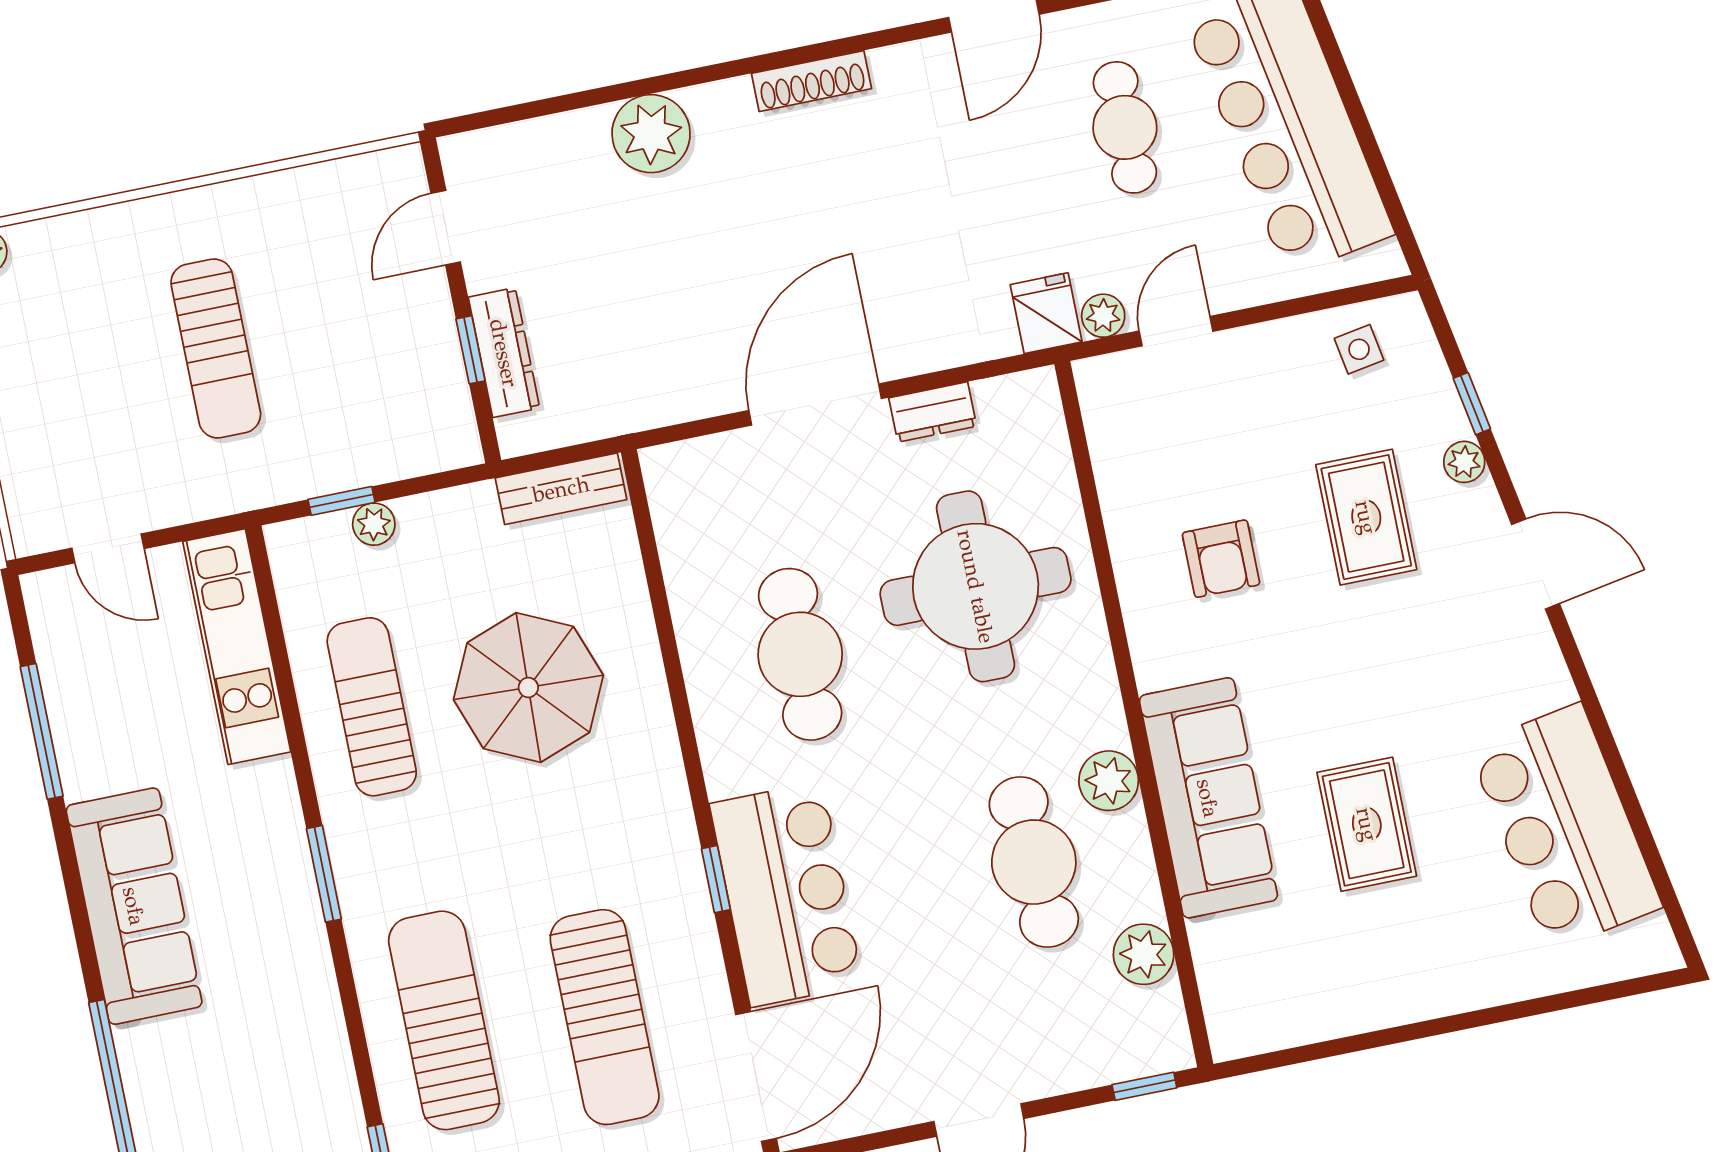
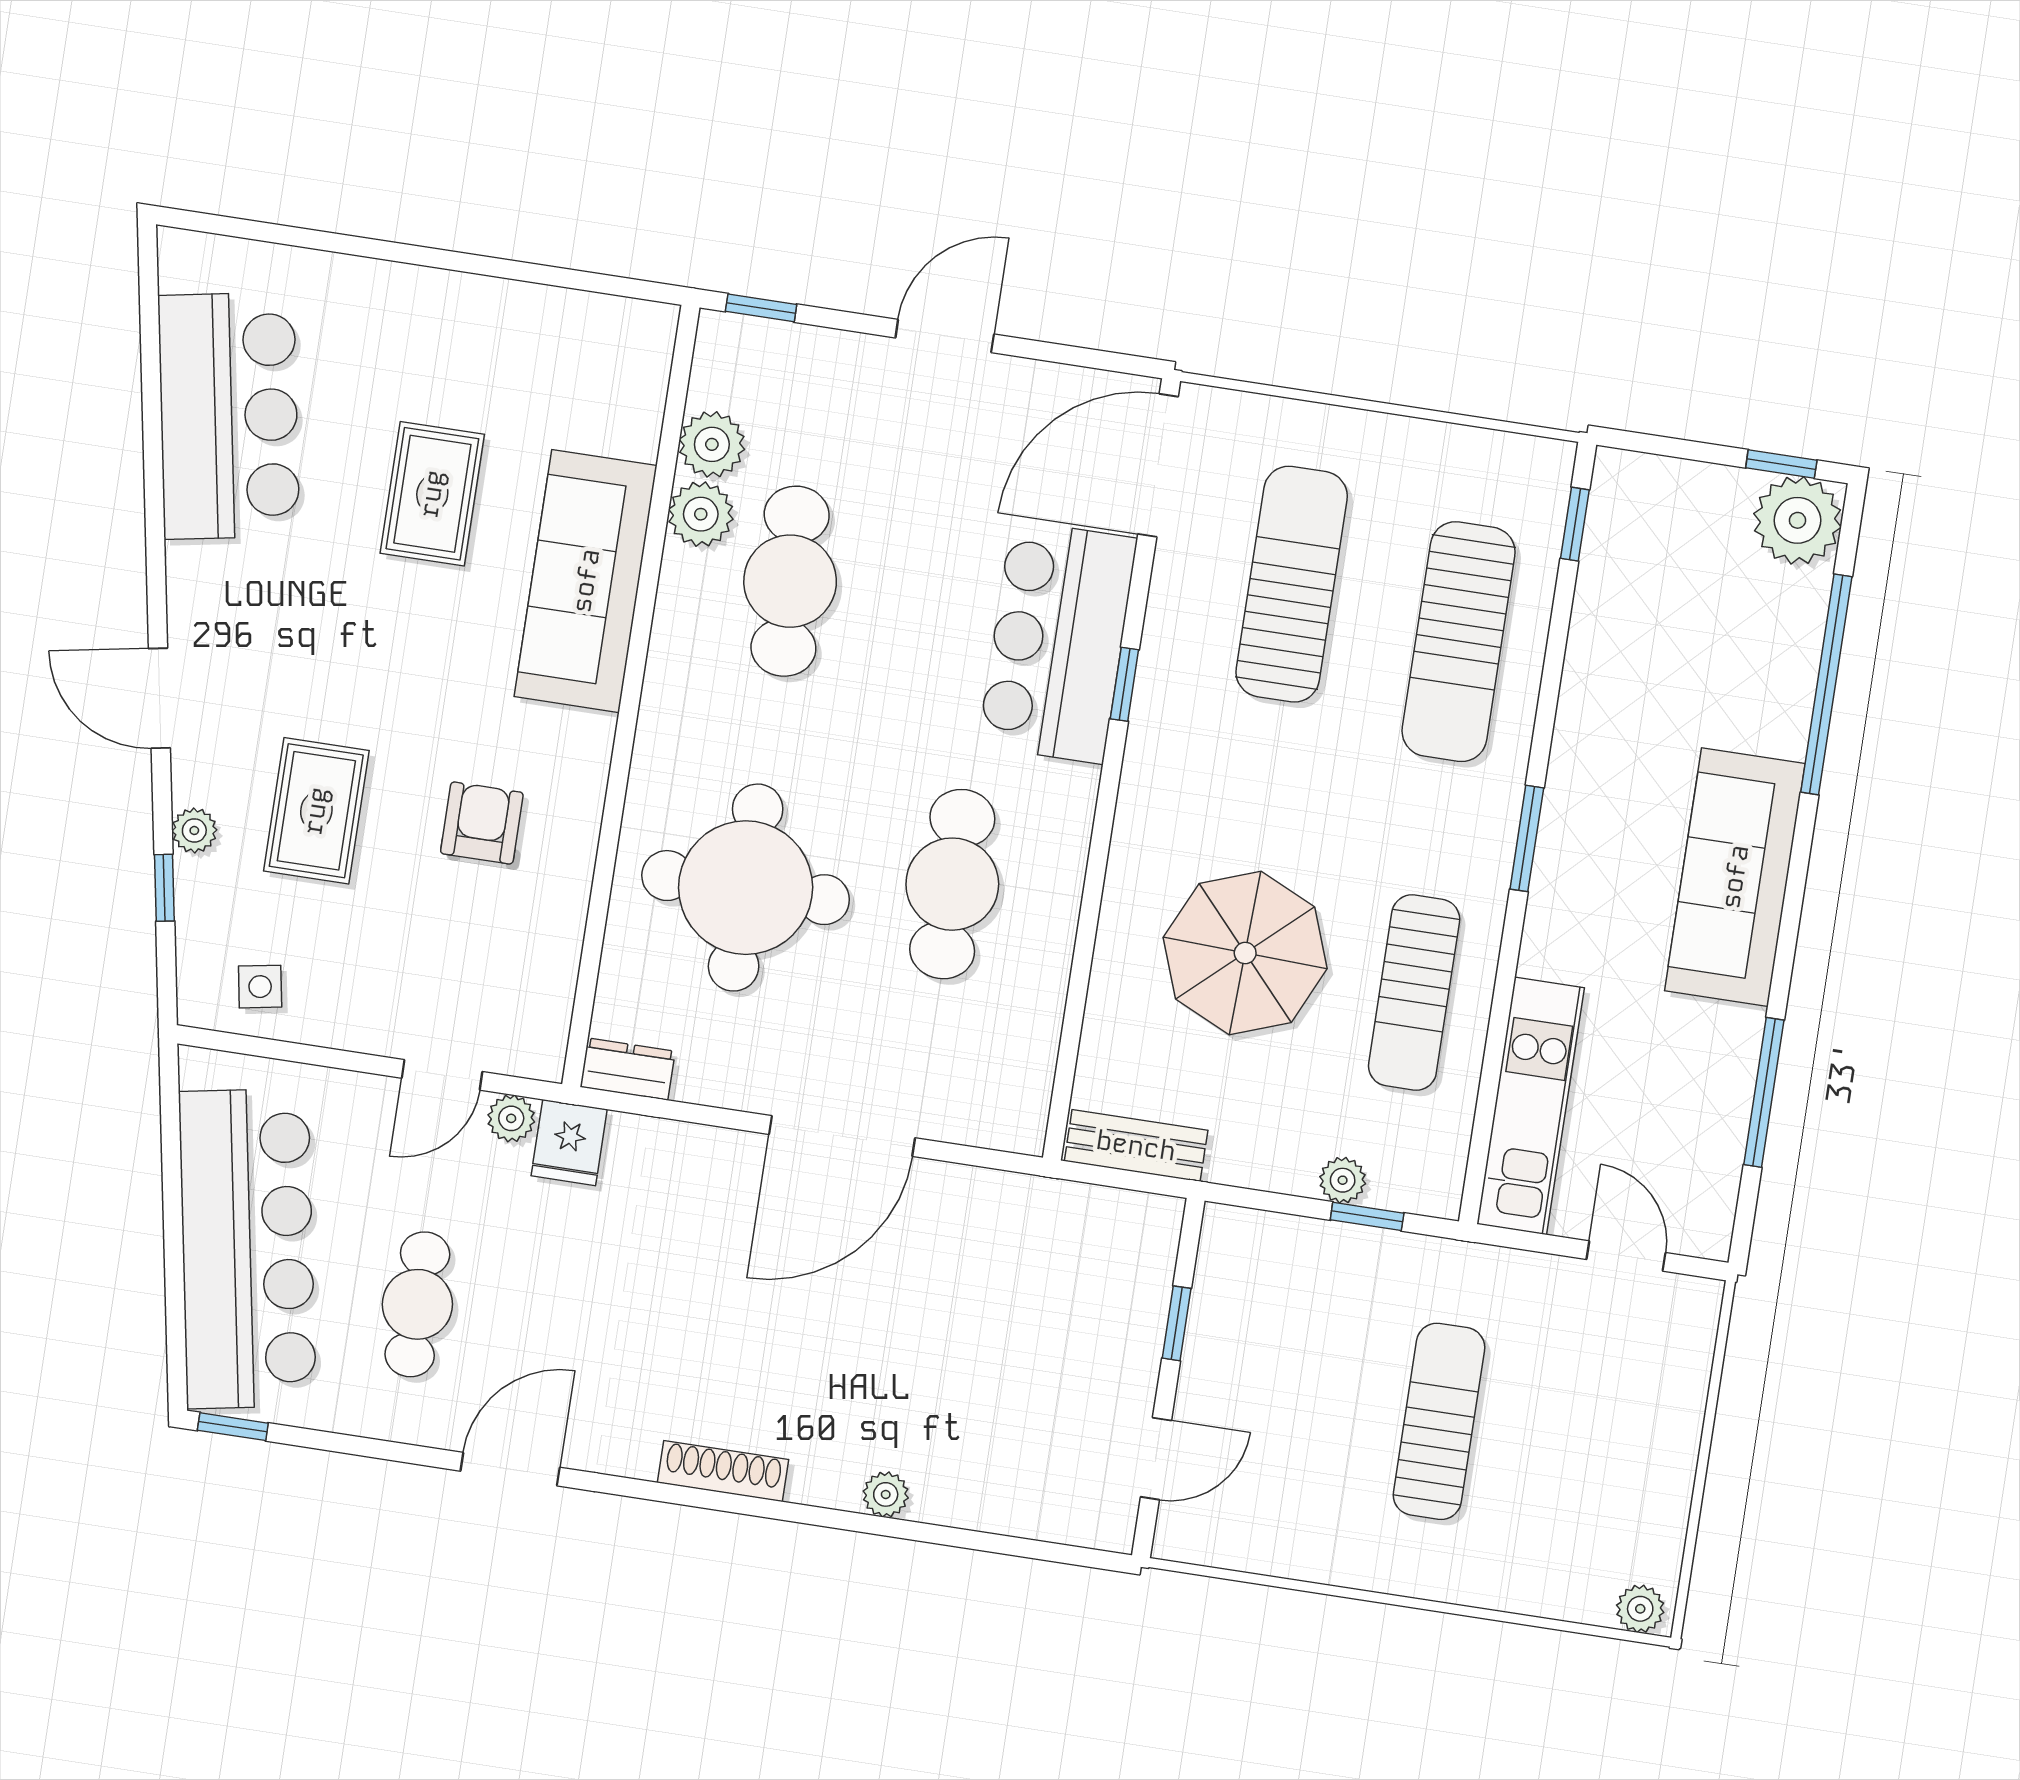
plant: (651, 134) -> (886, 1494), width x0.53, depth x0.53
dresser: (504, 353) -> (1143, 1308), removed
dresser: (933, 412) -> (628, 1069), moved
plant: (1109, 781) -> (701, 514), moved

